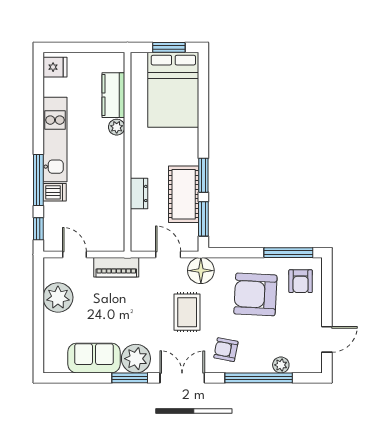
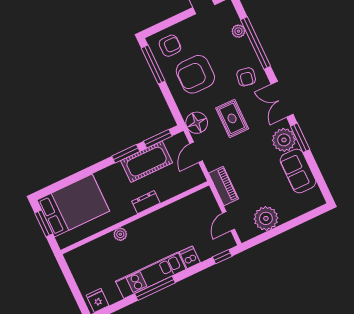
kitchen counter: (113, 95) -> (98, 248), removed
window: (38, 180) -> (155, 288), moved
dresser: (139, 193) -> (146, 202), moved
armchair: (255, 294) -> (195, 74), turned 87
rug: (187, 312) -> (232, 118), turned 90

